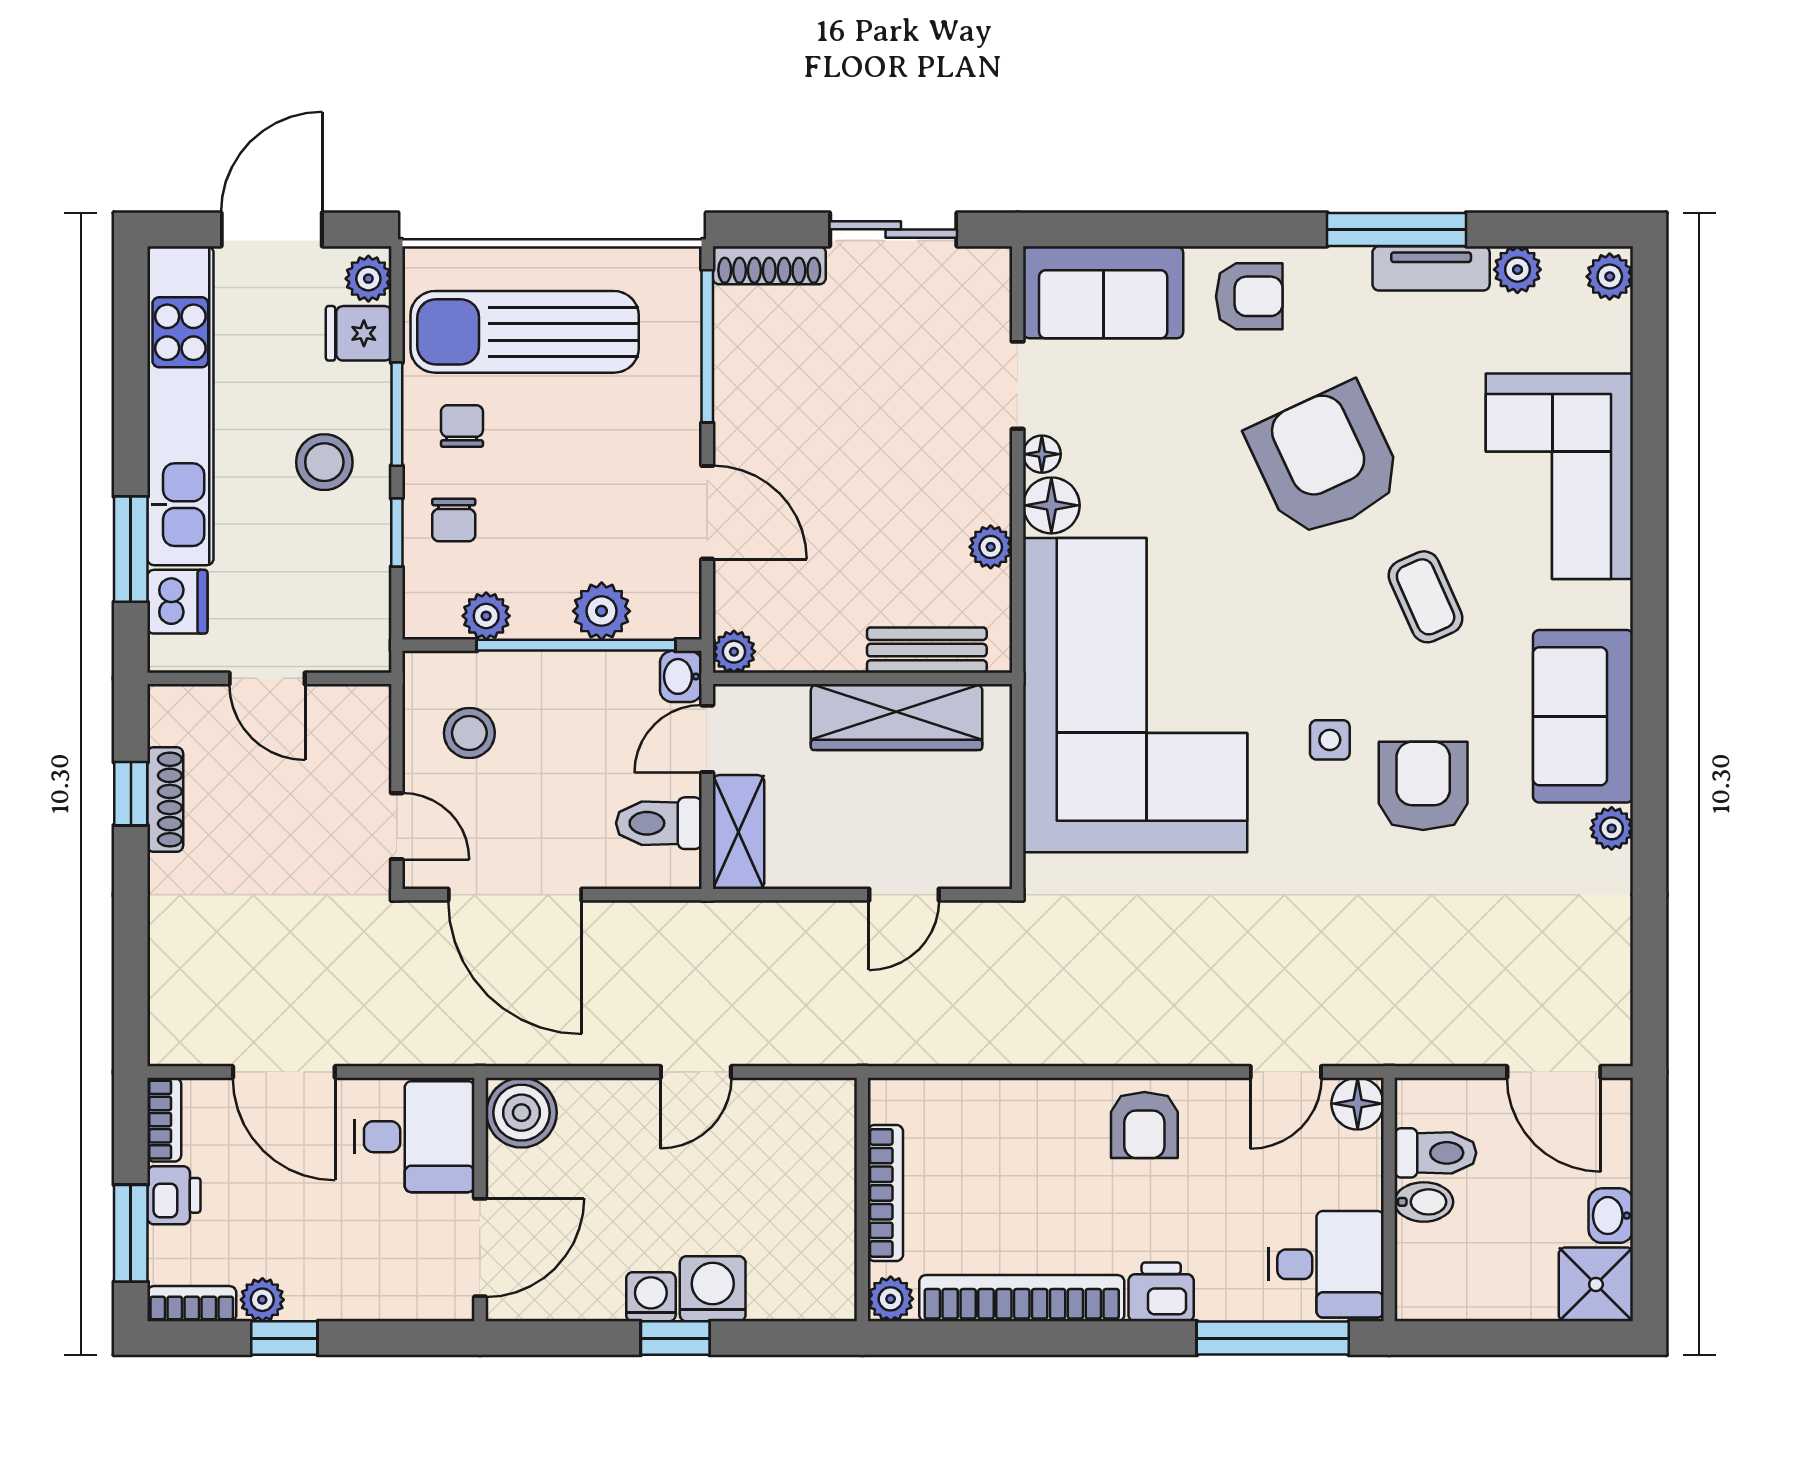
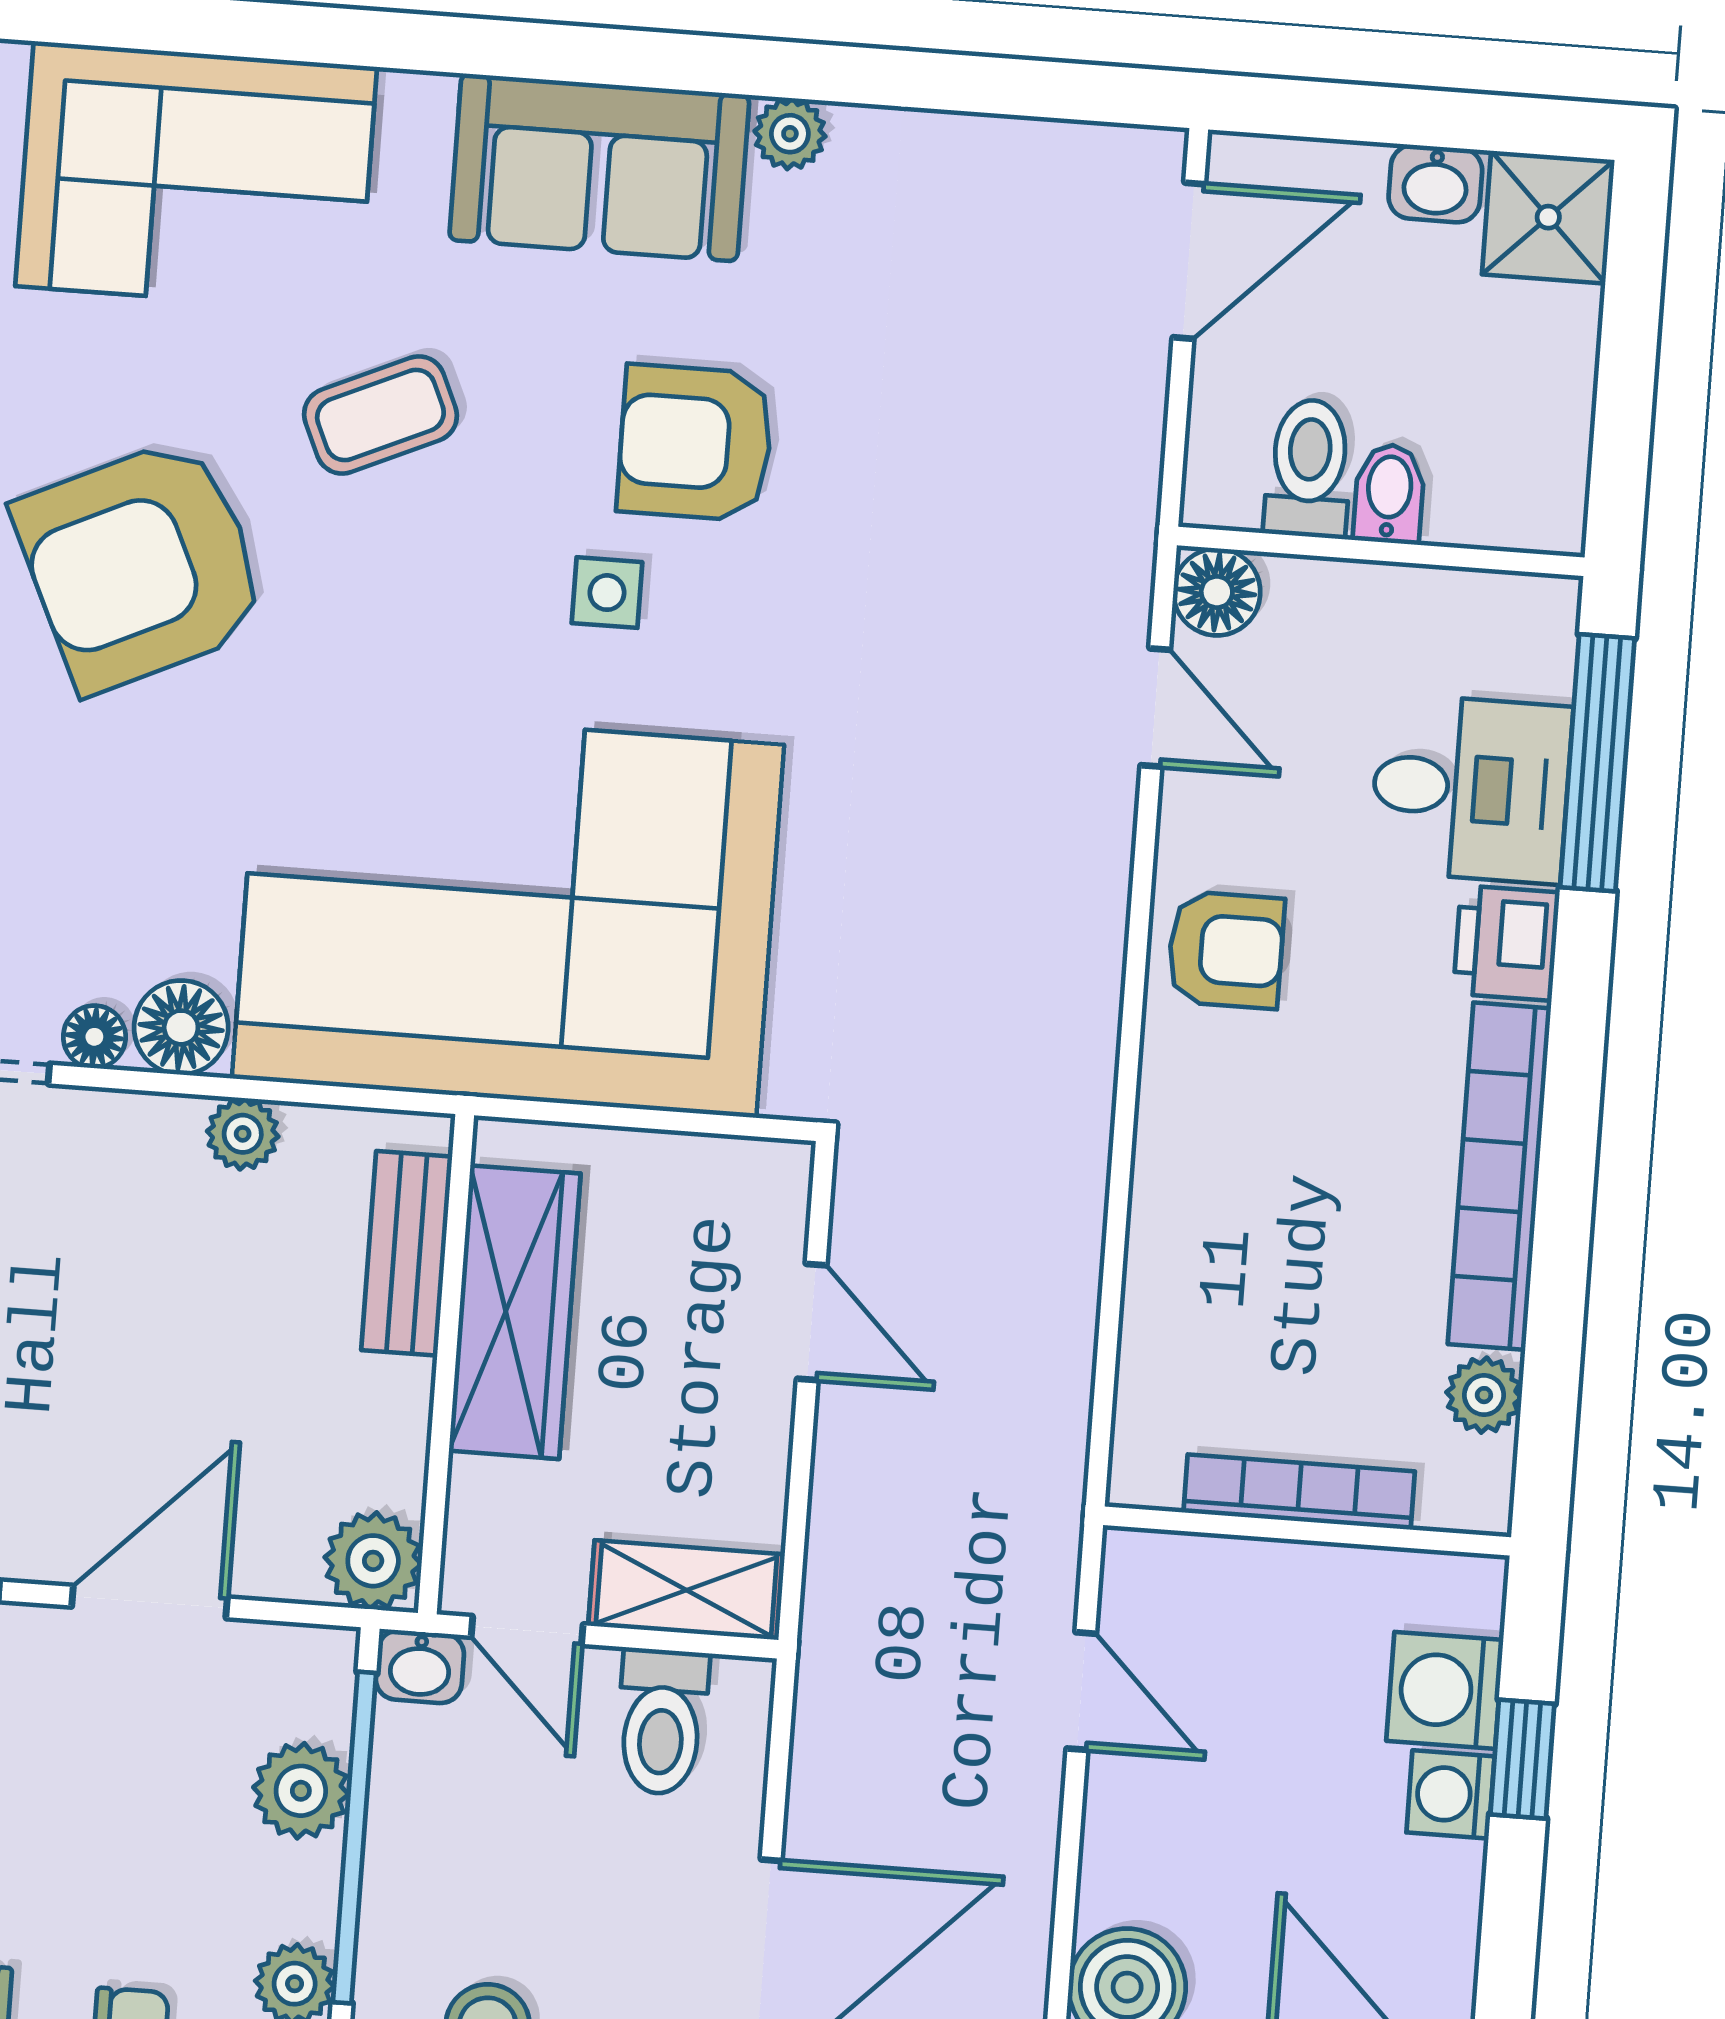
plant: (734, 652) -> (373, 1561), width x1.38, depth x1.38
bookcase: (885, 1193) -> (1299, 1492), moved
wall: (862, 1200) -> (1307, 1531), moved
desk: (1326, 1264) -> (1471, 789), moved, turned 90

